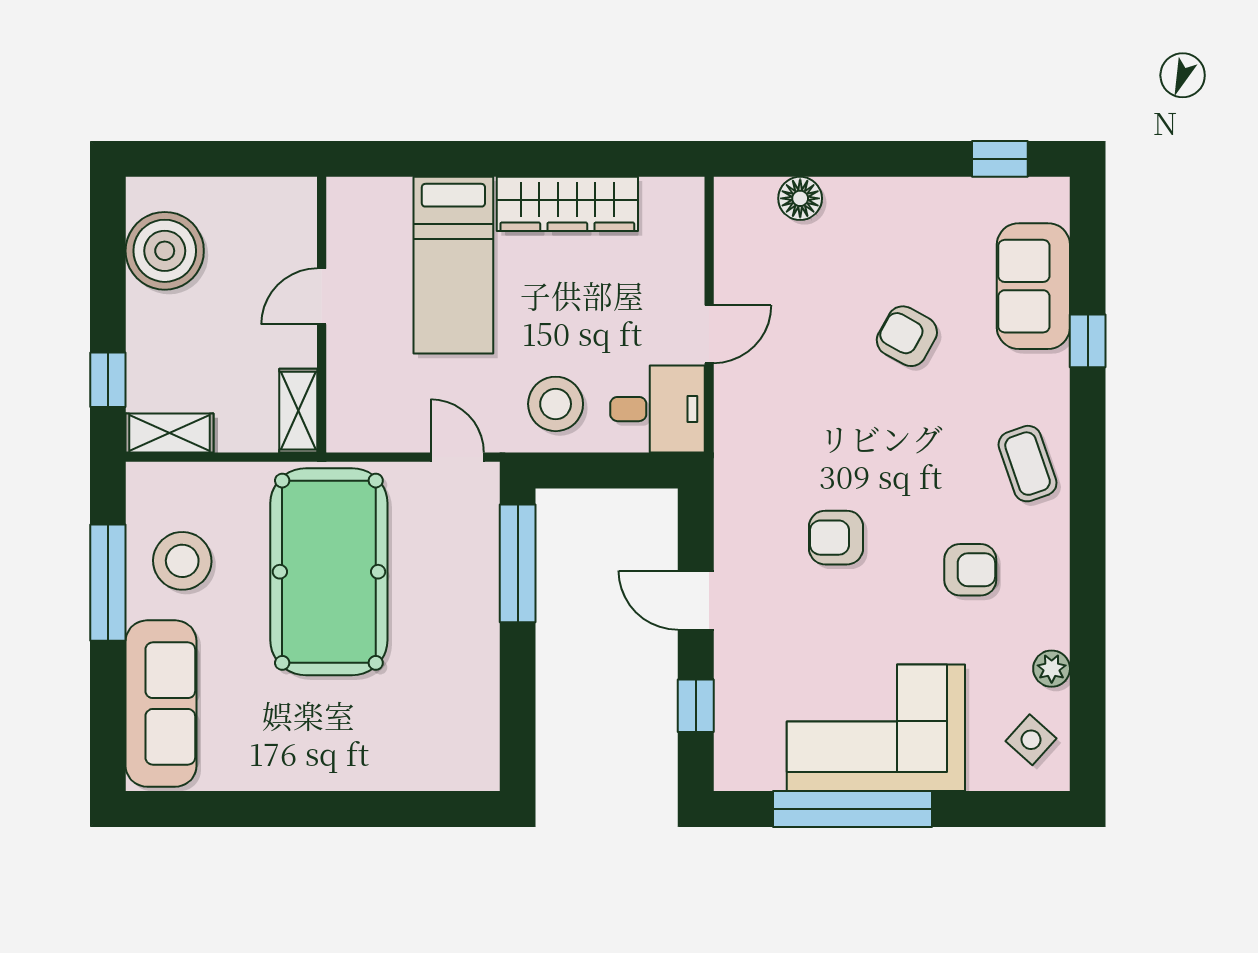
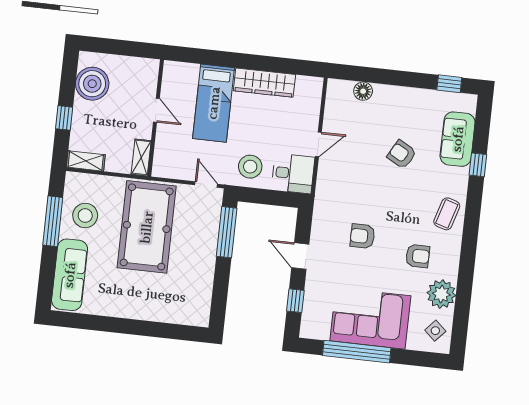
door: (322, 296) -> (156, 110), swing flipped
window: (108, 380) -> (64, 118), moved
coffee table: (1028, 464) -> (447, 214), turned 36
plant: (1052, 669) -> (441, 294), width x1.87, depth x1.87

